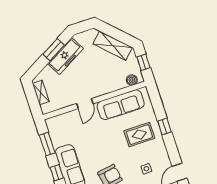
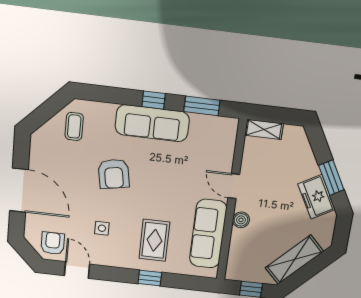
freezer: (65, 56) -> (316, 197), width x0.71
boiler: (132, 80) -> (241, 220), moved
shelving: (41, 92) -> (264, 129), moved

